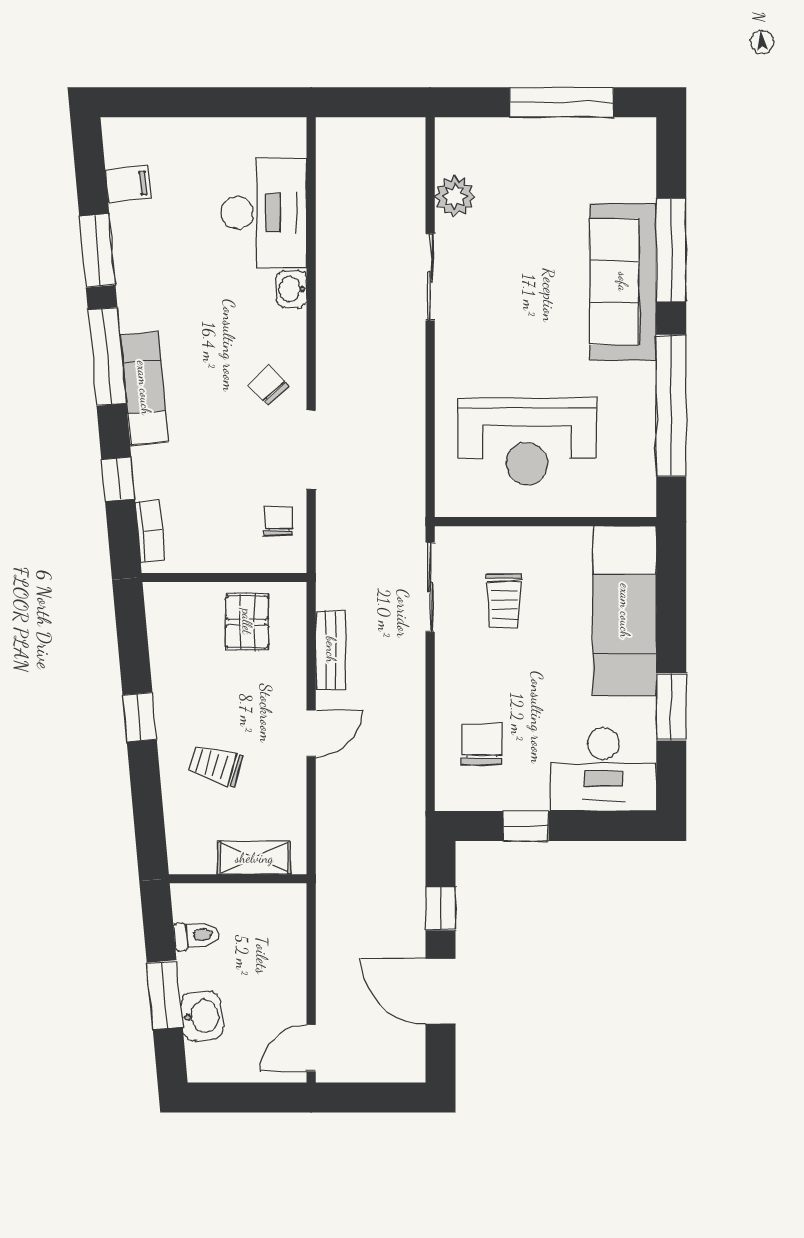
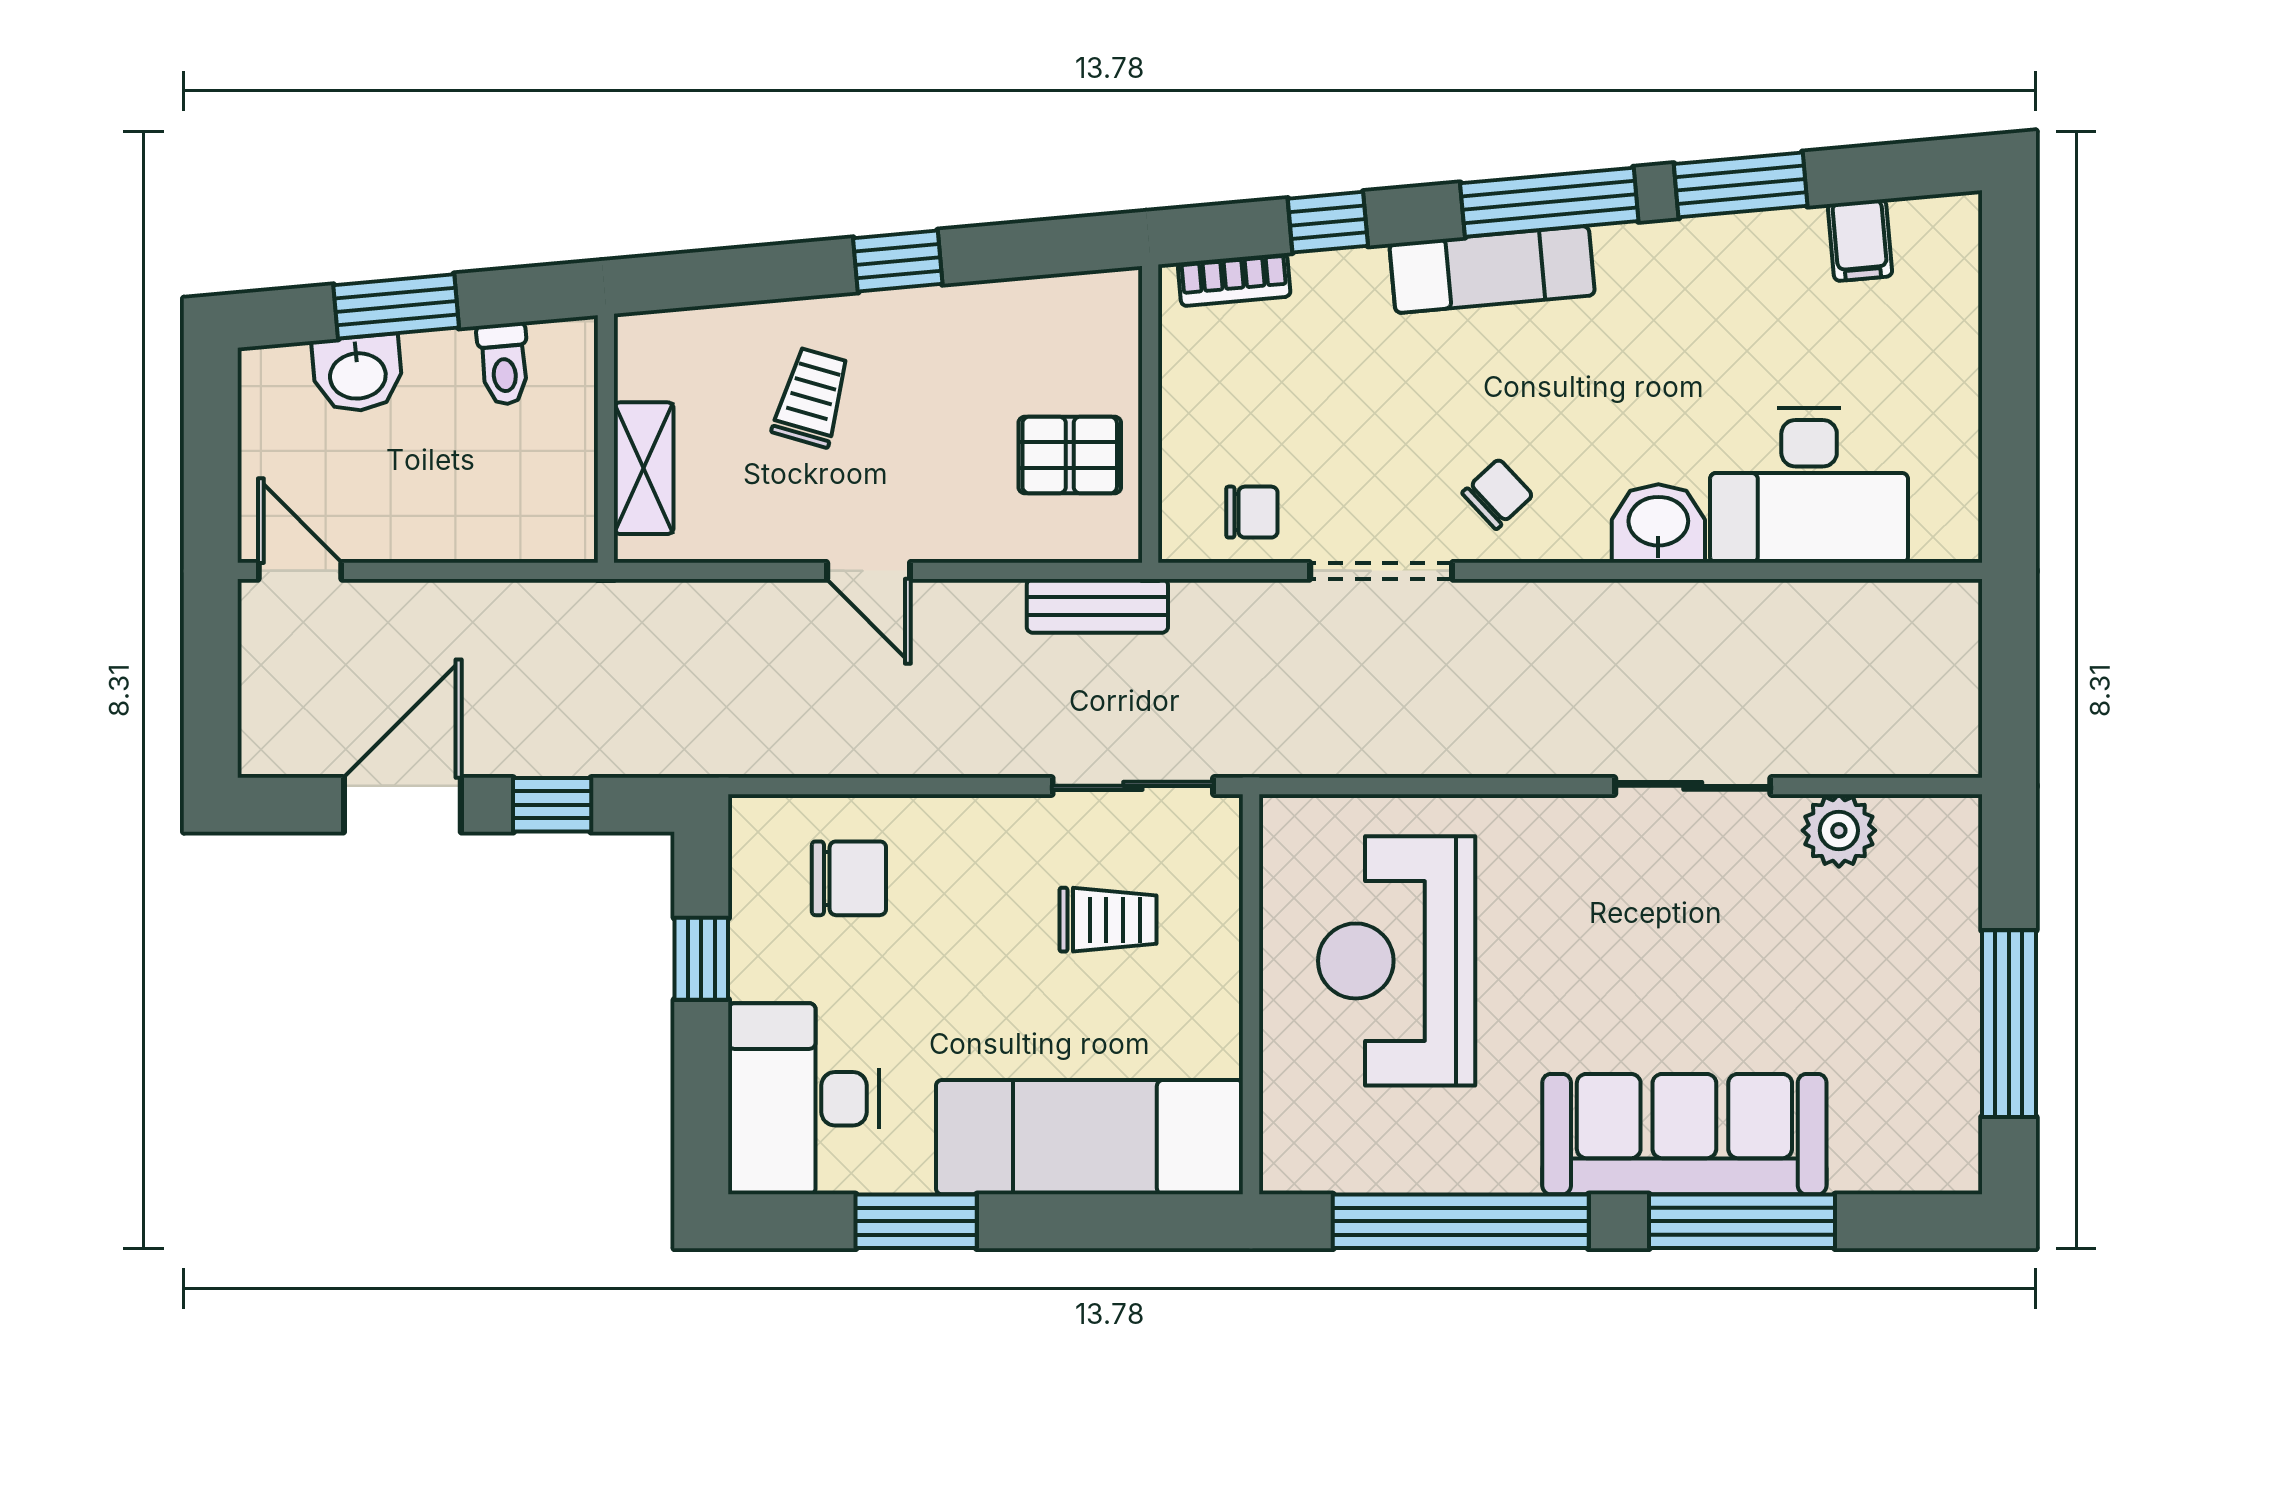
washbasin: (292, 289) -> (1658, 524), width x1.38, depth x1.45
trolley: (504, 601) -> (1108, 920), turned 180
bench: (331, 650) -> (1097, 606), moved

